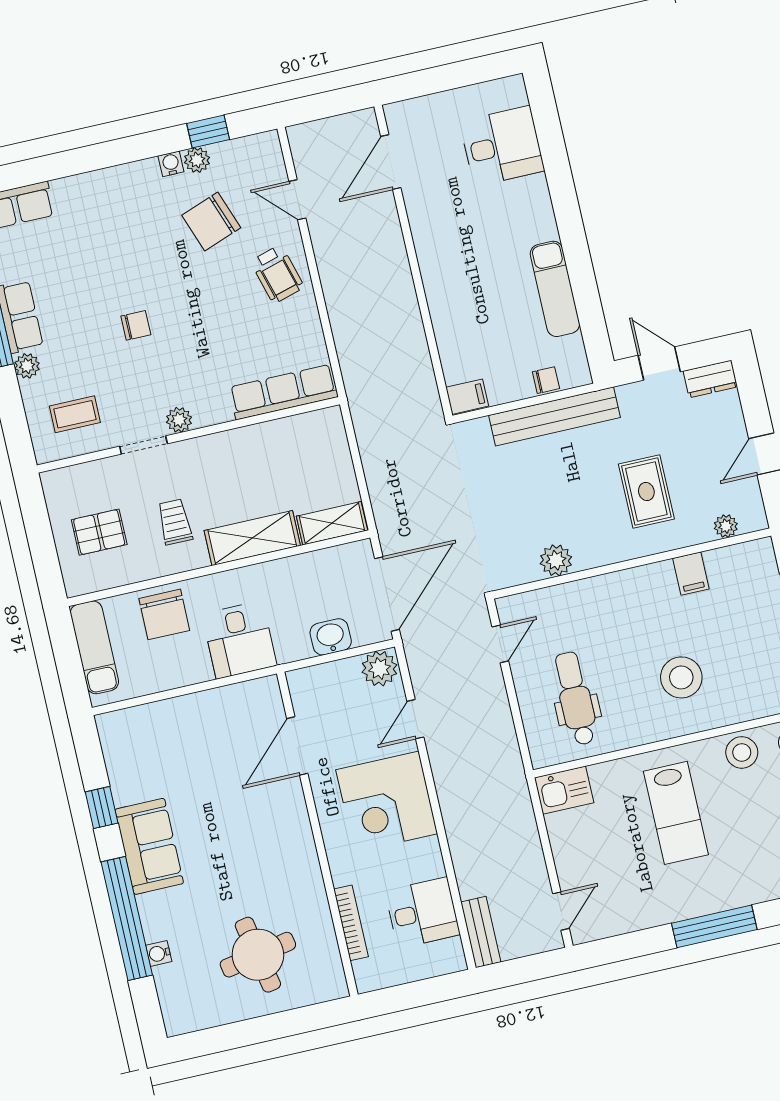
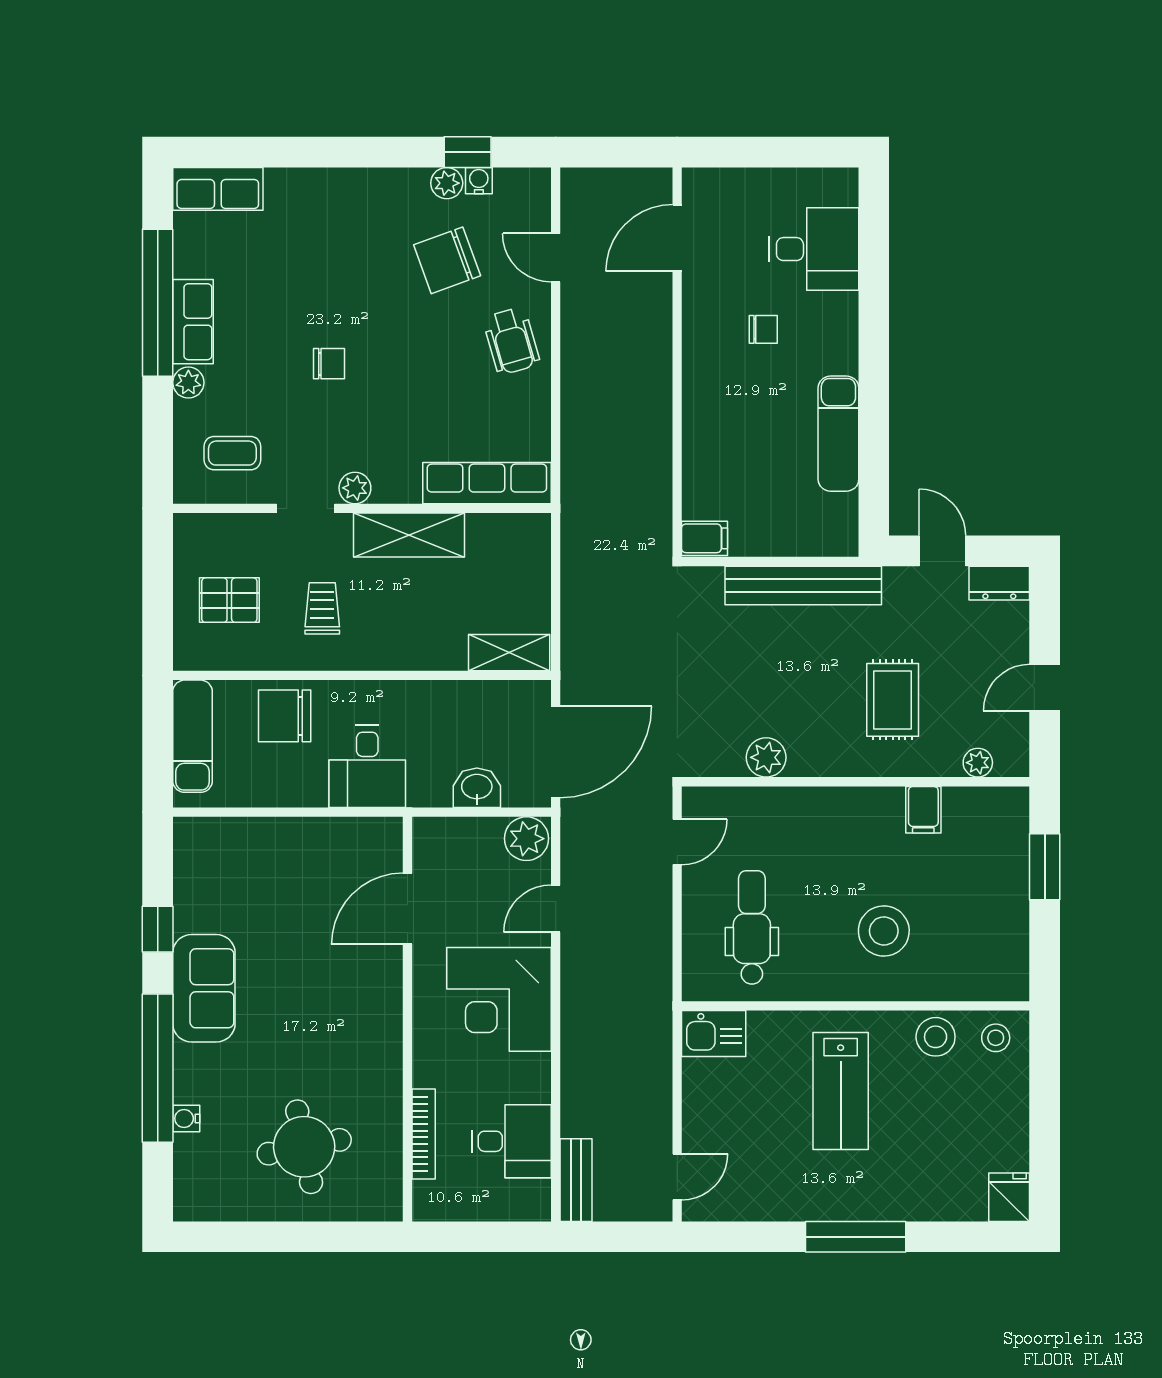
water cooler: (171, 164) -> (479, 181), moved
chair: (546, 380) -> (763, 329), moved
shelving: (252, 538) -> (409, 535), moved
chair: (164, 614) -> (285, 716), turned 90

